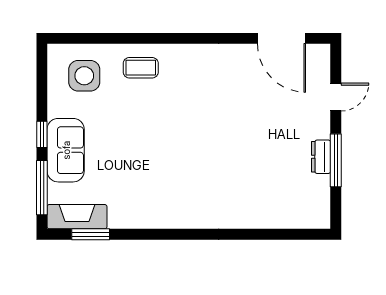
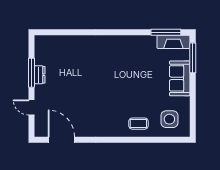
door: (336, 97) -> (32, 108), hinge flipped
window: (42, 134) -> (193, 87), removed
window: (91, 234) -> (166, 32), width x1.44

